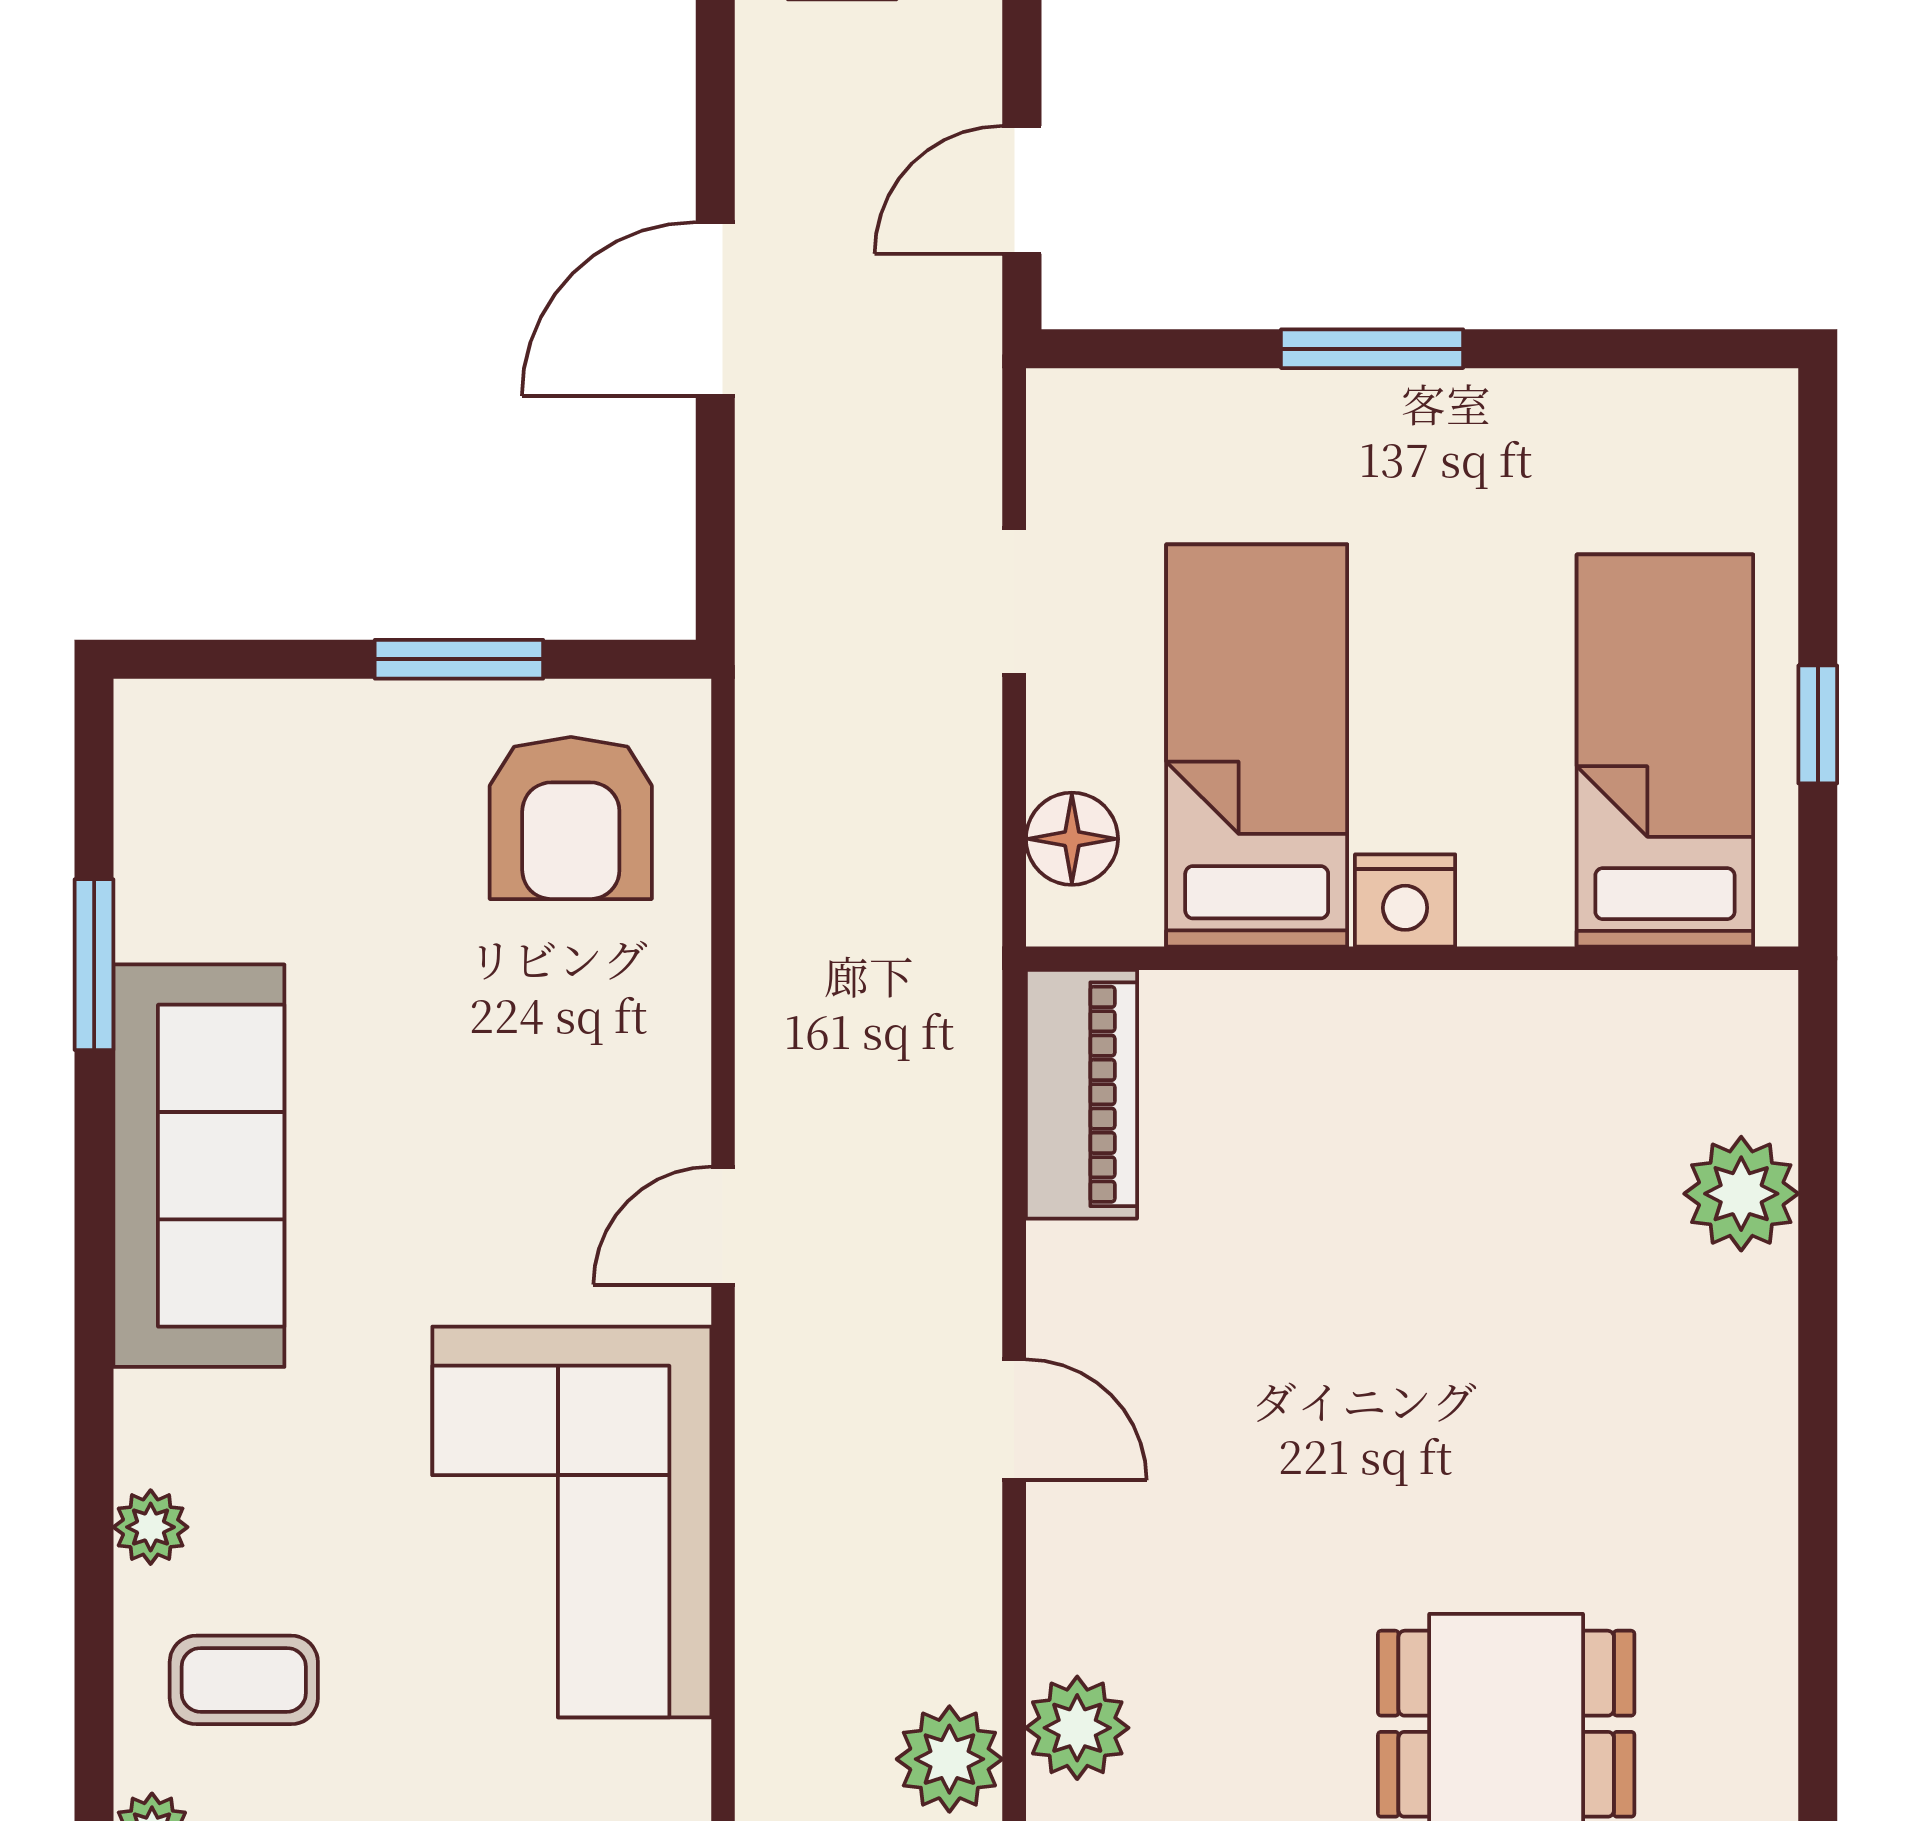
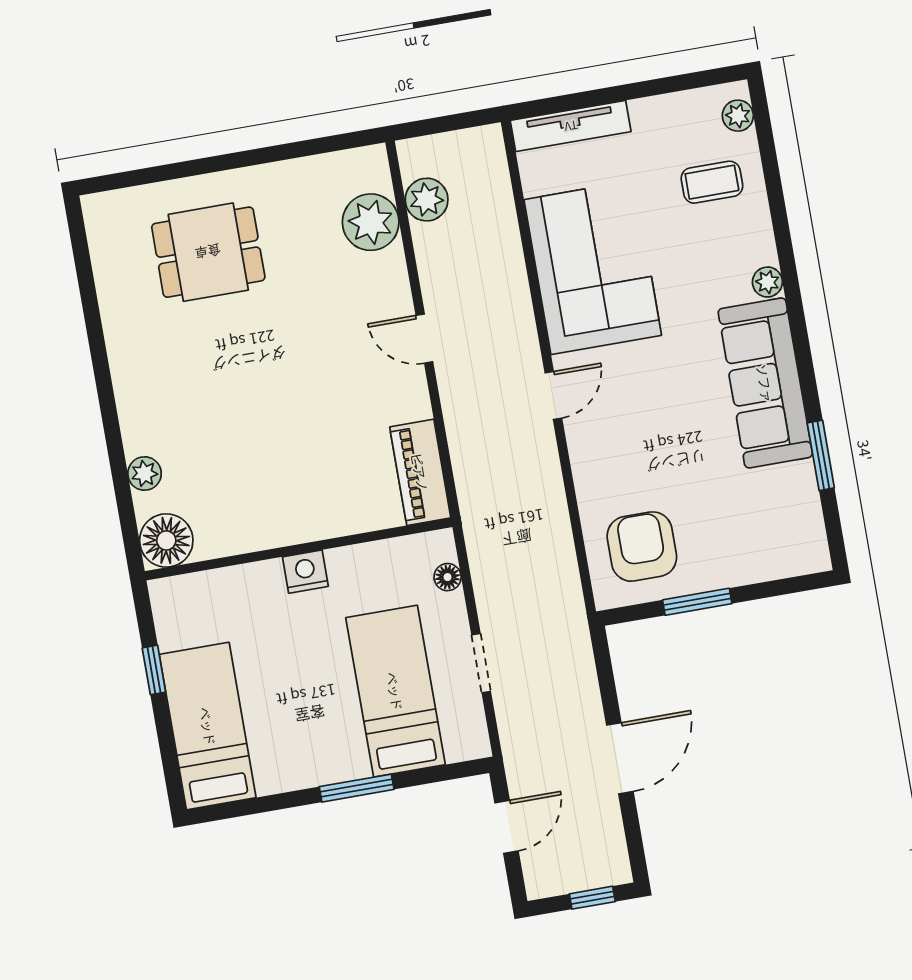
bed: (1257, 745) -> (395, 691), moved, turned 180
bed: (1665, 750) -> (208, 726), moved, turned 180
floor lamp: (1072, 839) -> (448, 577), width x0.73, depth x0.73
floor lamp: (1732, 1036) -> (166, 540), added
plant: (1741, 1194) -> (145, 474), width x0.73, depth x0.73
plant: (151, 1527) -> (767, 282), moved
plant: (1077, 1728) -> (371, 222), width x1.36, depth x1.36

